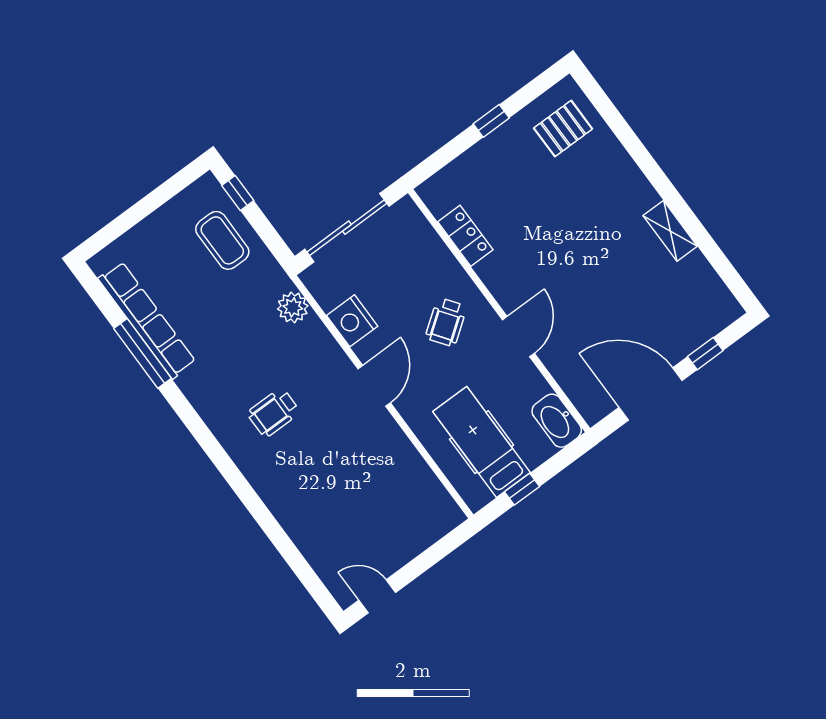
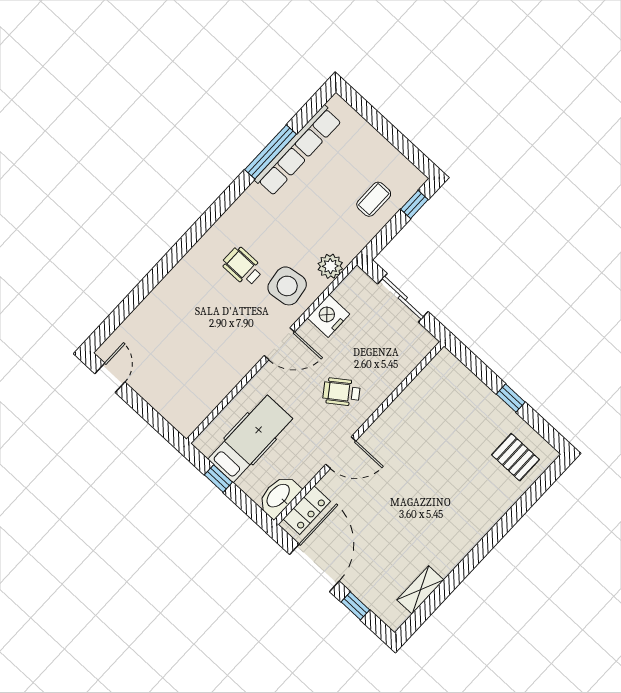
sliding door: (347, 228) -> (403, 298), width x0.73
shelving: (670, 231) -> (420, 590), moved
locker: (465, 236) -> (307, 510), moved
coffee table: (222, 240) -> (374, 199), width x0.73, depth x0.77
side table: (307, 364) -> (287, 286), added

